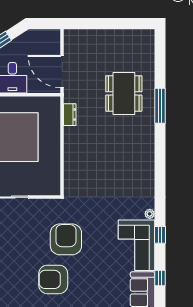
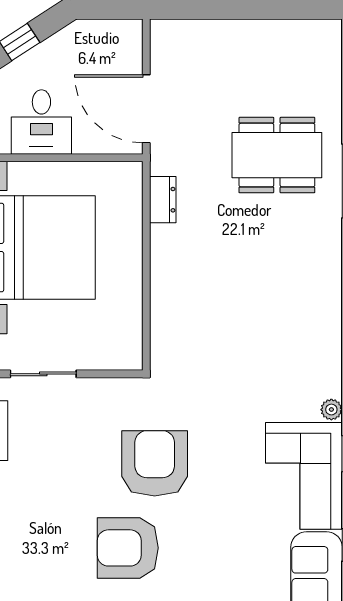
dining table: (124, 93) -> (277, 155), turned 90

